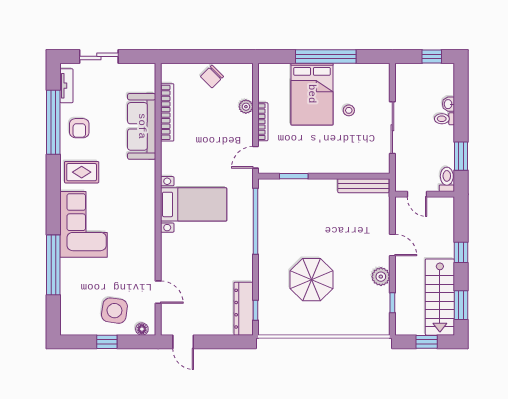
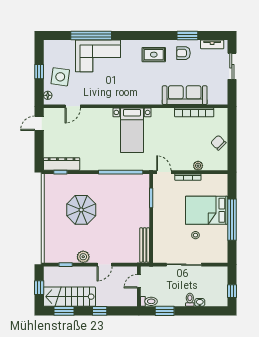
window: (53, 122) -> (187, 36), width x0.47
rug: (82, 172) -> (154, 55), turned 90
corner sofa: (84, 224) -> (98, 56), moved

